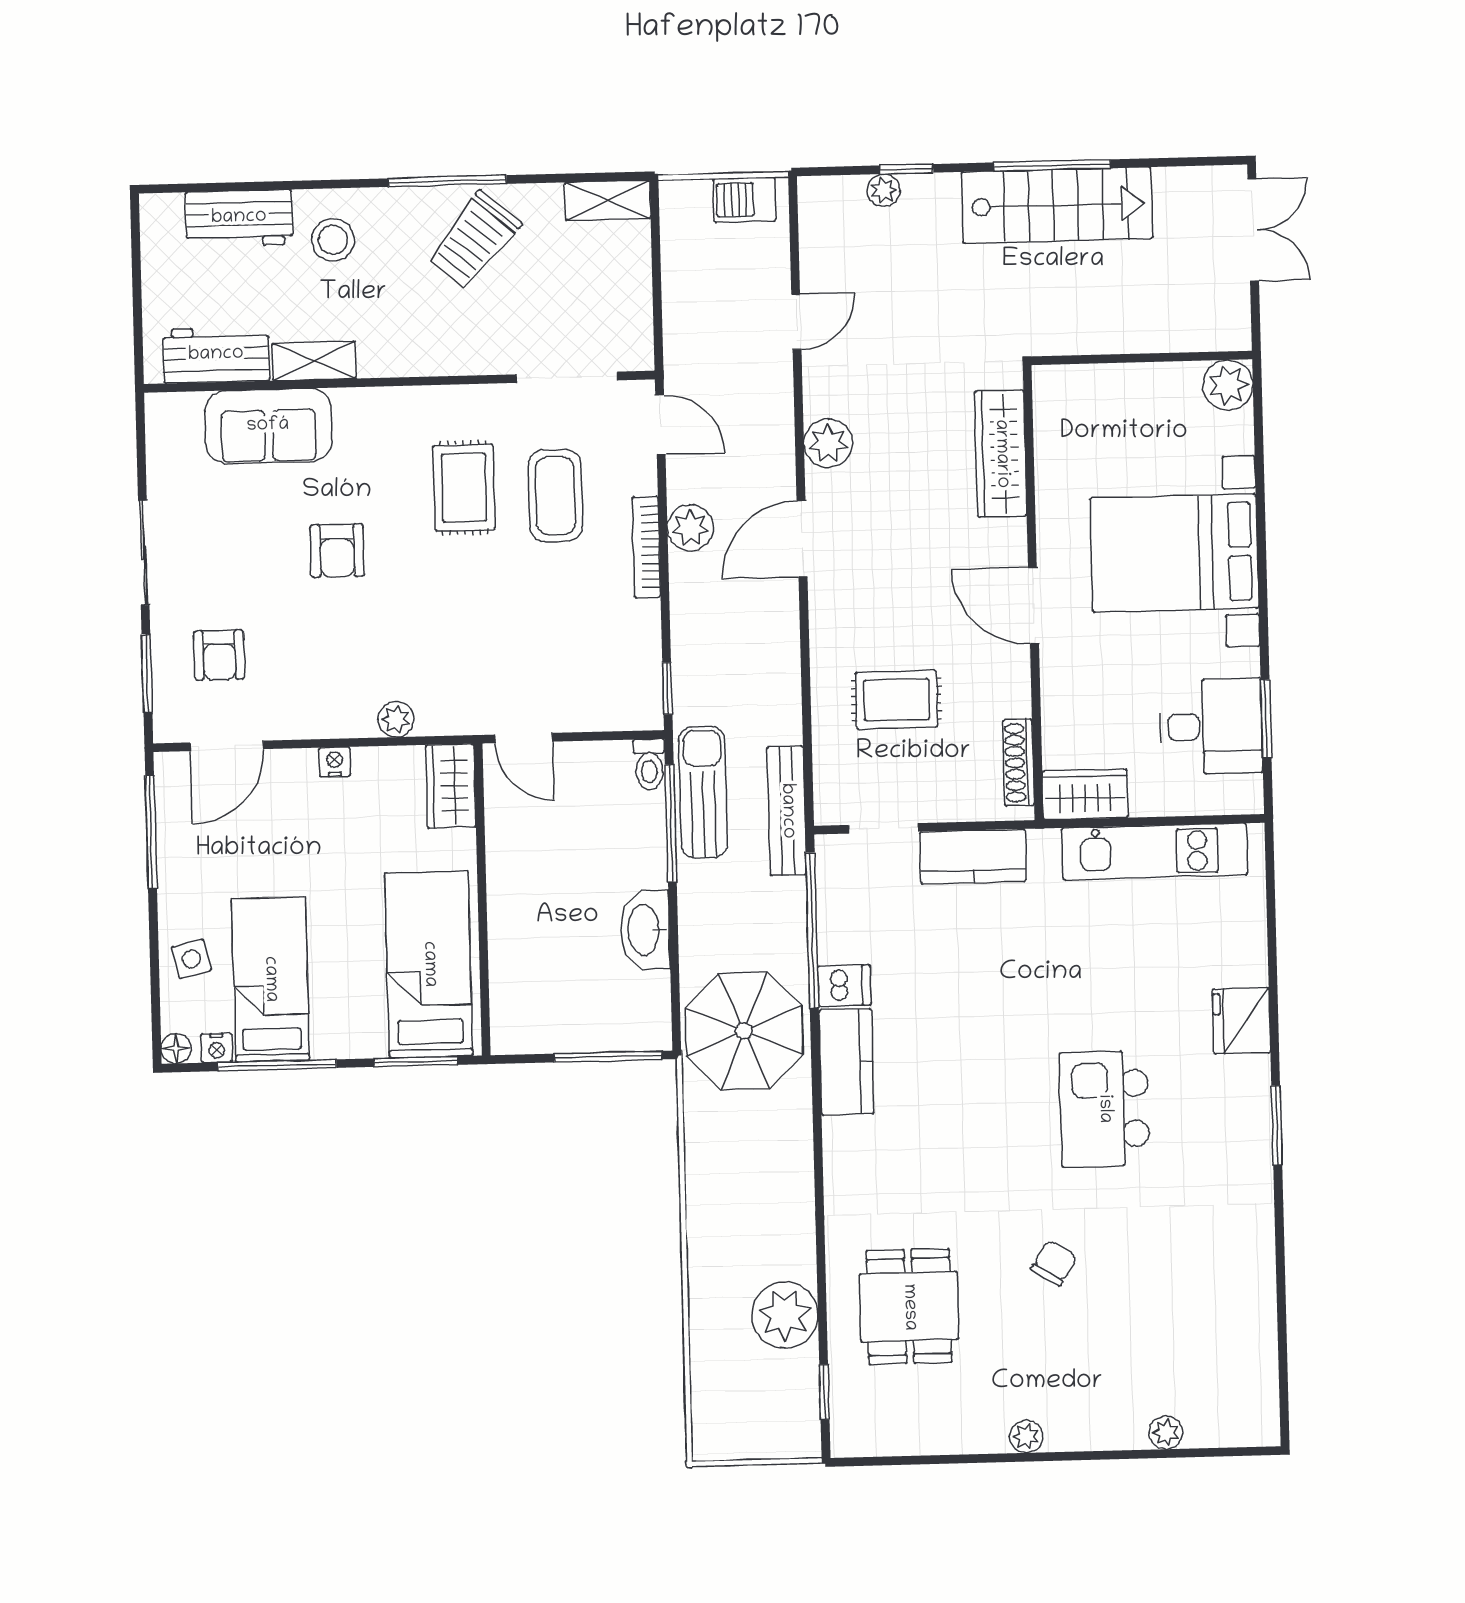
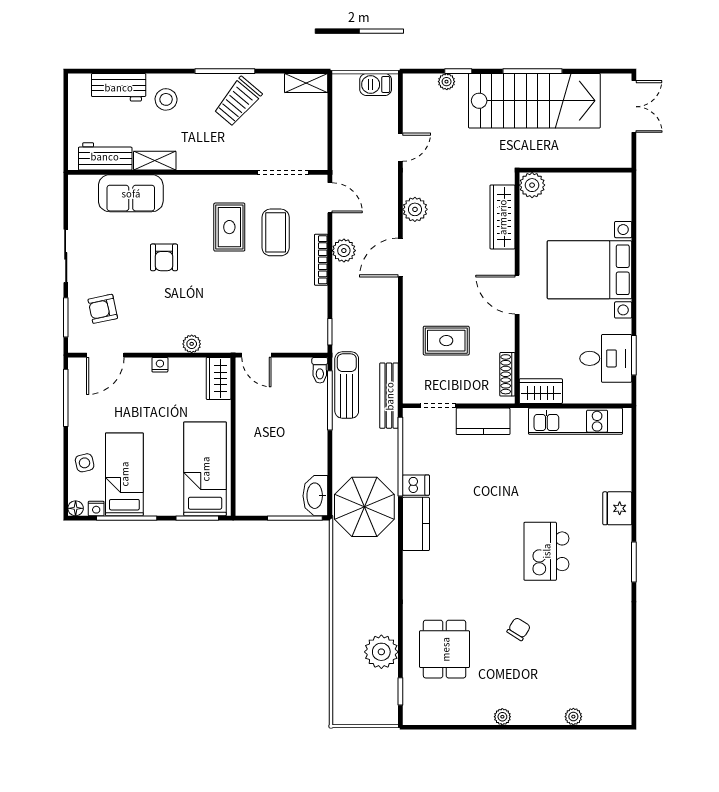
stairs: (1057, 205) -> (534, 101), width x1.36, depth x1.51
plant: (1228, 385) -> (532, 185), moved
armchair: (219, 655) -> (103, 309), turned 78
washbasin: (645, 930) -> (315, 496), moved

